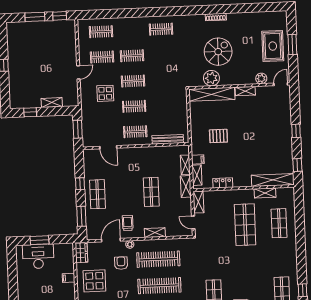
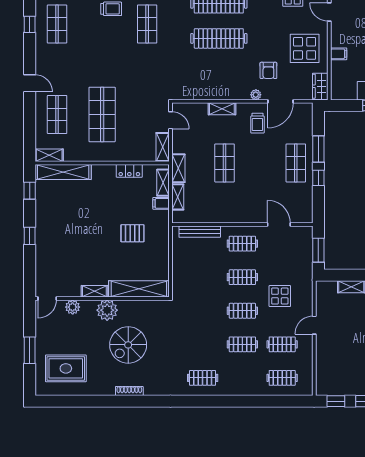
rug: (273, 46) -> (66, 368), moved, turned 90
plant: (211, 78) -> (107, 310), moved
shelving: (265, 193) -> (49, 155), moved
window: (81, 216) -> (318, 149), moved
door: (301, 246) -> (30, 83), added
clothes rail: (158, 259) -> (219, 74), removed

